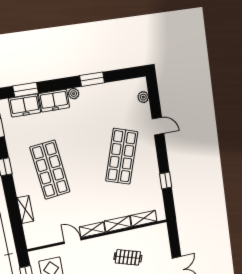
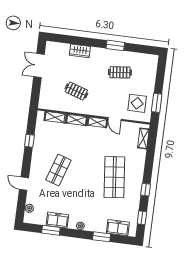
window: (92, 79) -> (51, 230), moved
window: (26, 90) -> (102, 237), moved
freezer: (54, 101) -> (57, 220), moved
shop shelf: (122, 156) -> (58, 170), width x0.70, depth x0.74
shelving: (25, 209) -> (143, 138), moved

